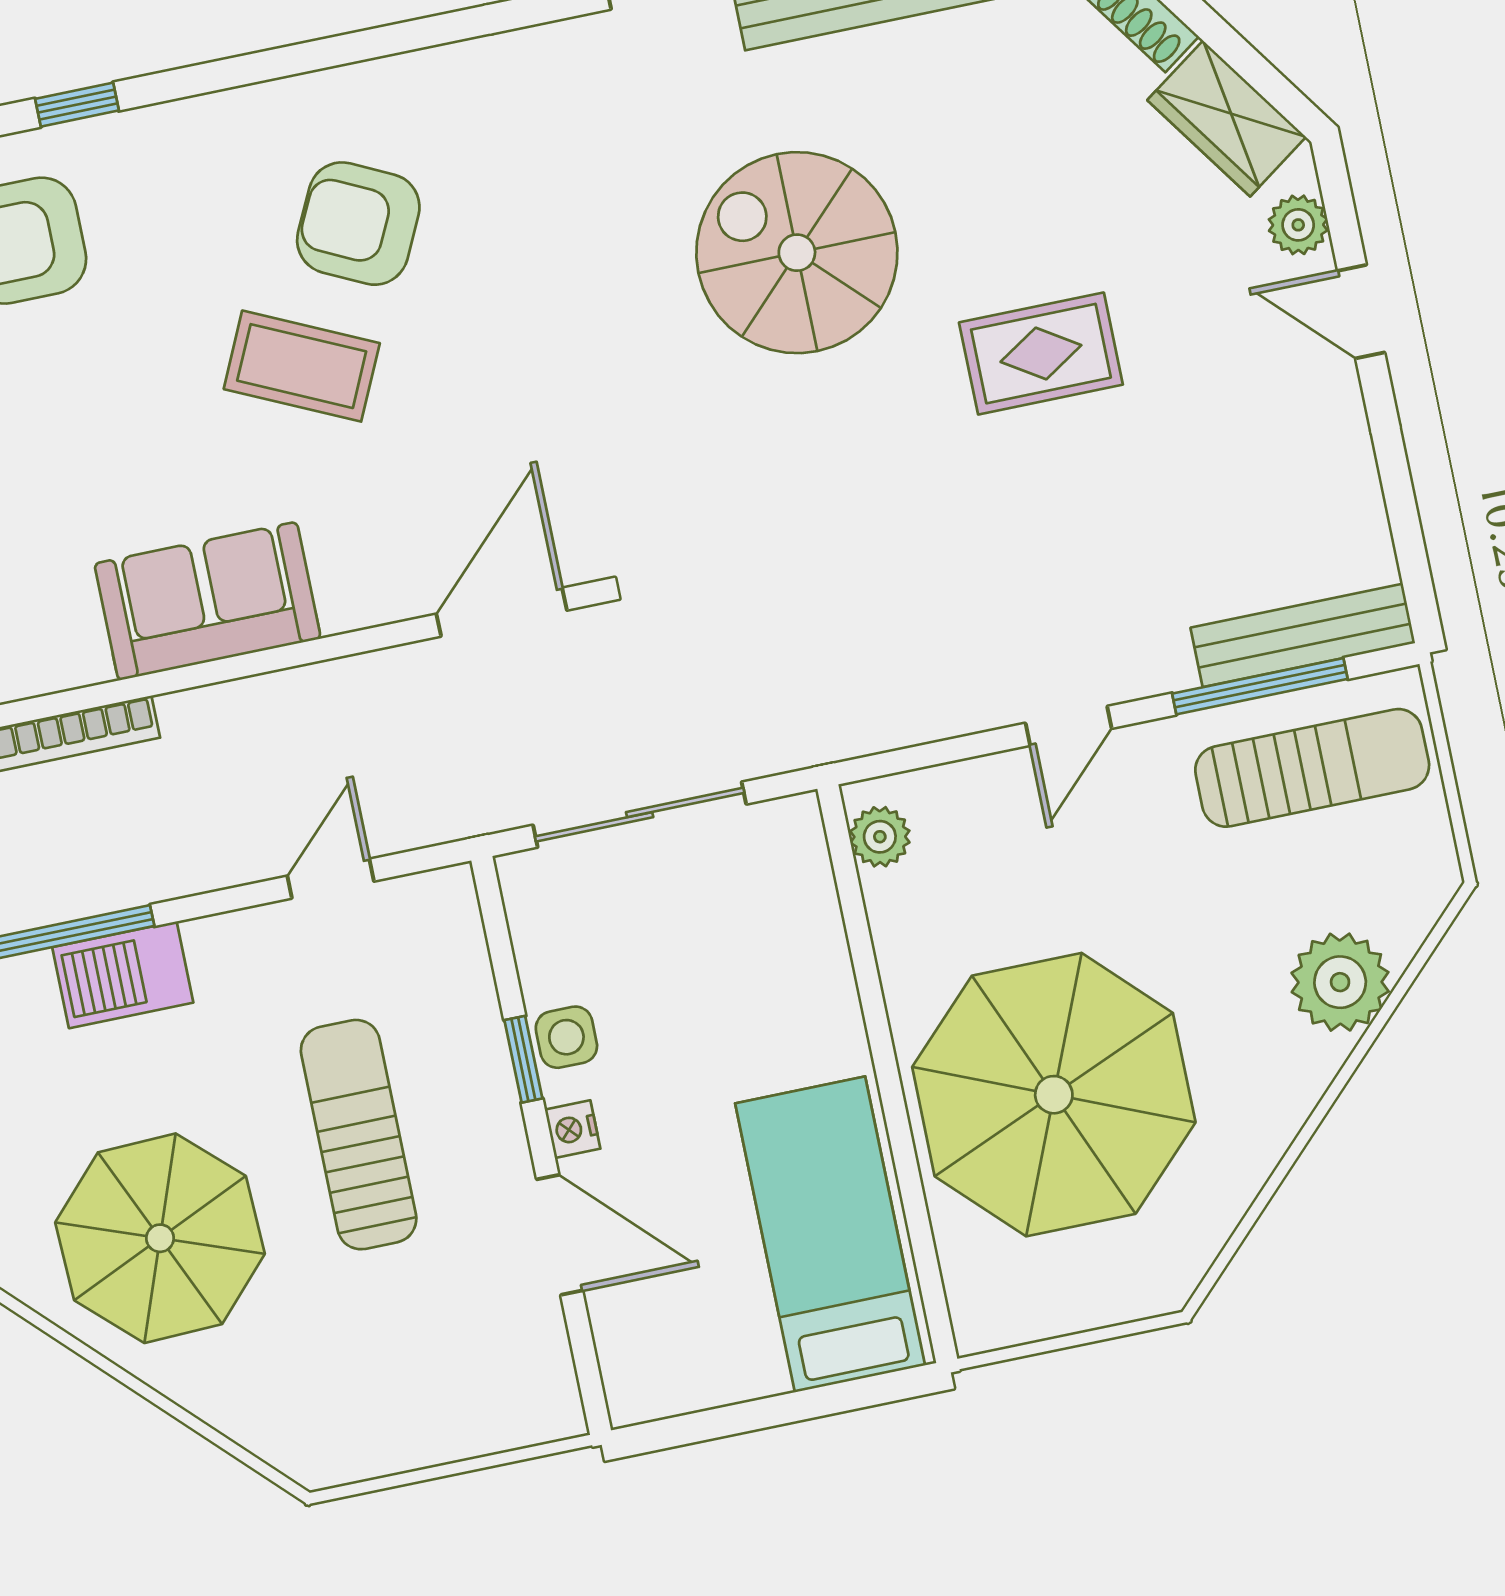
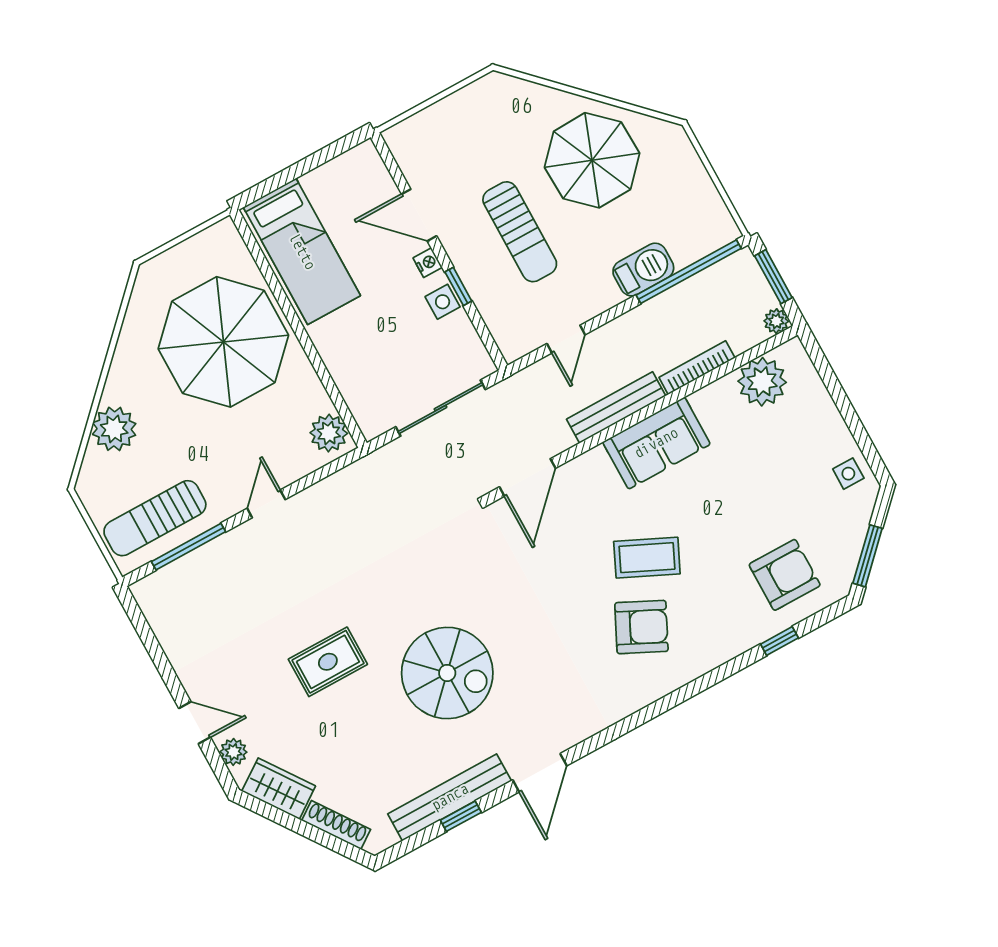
bench: (1303, 635) -> (616, 407), moved
plant: (880, 837) -> (329, 433), width x1.38, depth x1.38

